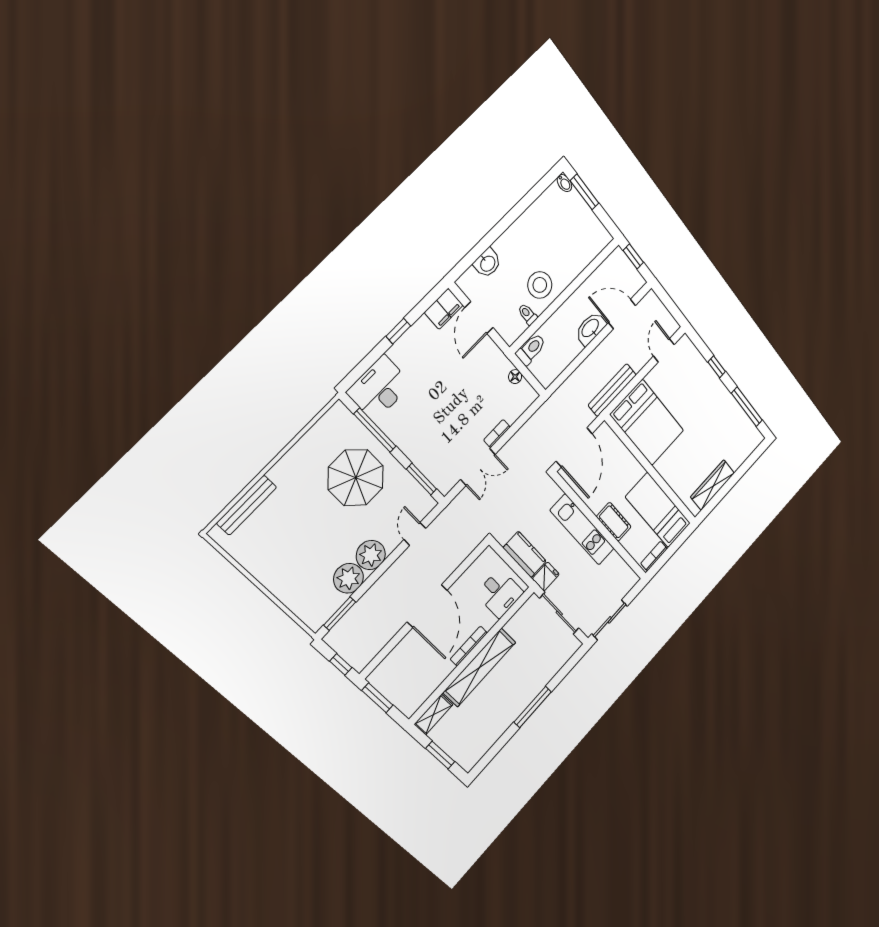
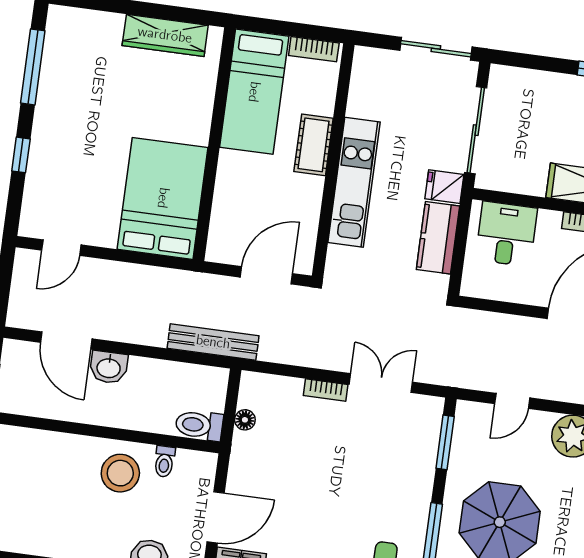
washbasin: (591, 328) -> (109, 367), width x0.72
bench: (612, 390) -> (213, 342), moved
door: (574, 447) -> (266, 275), width x0.73

